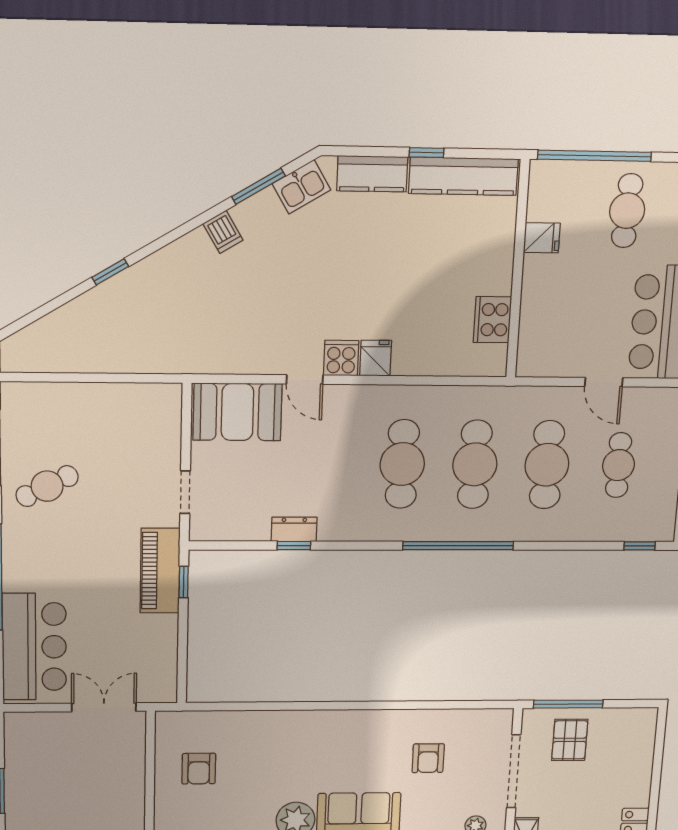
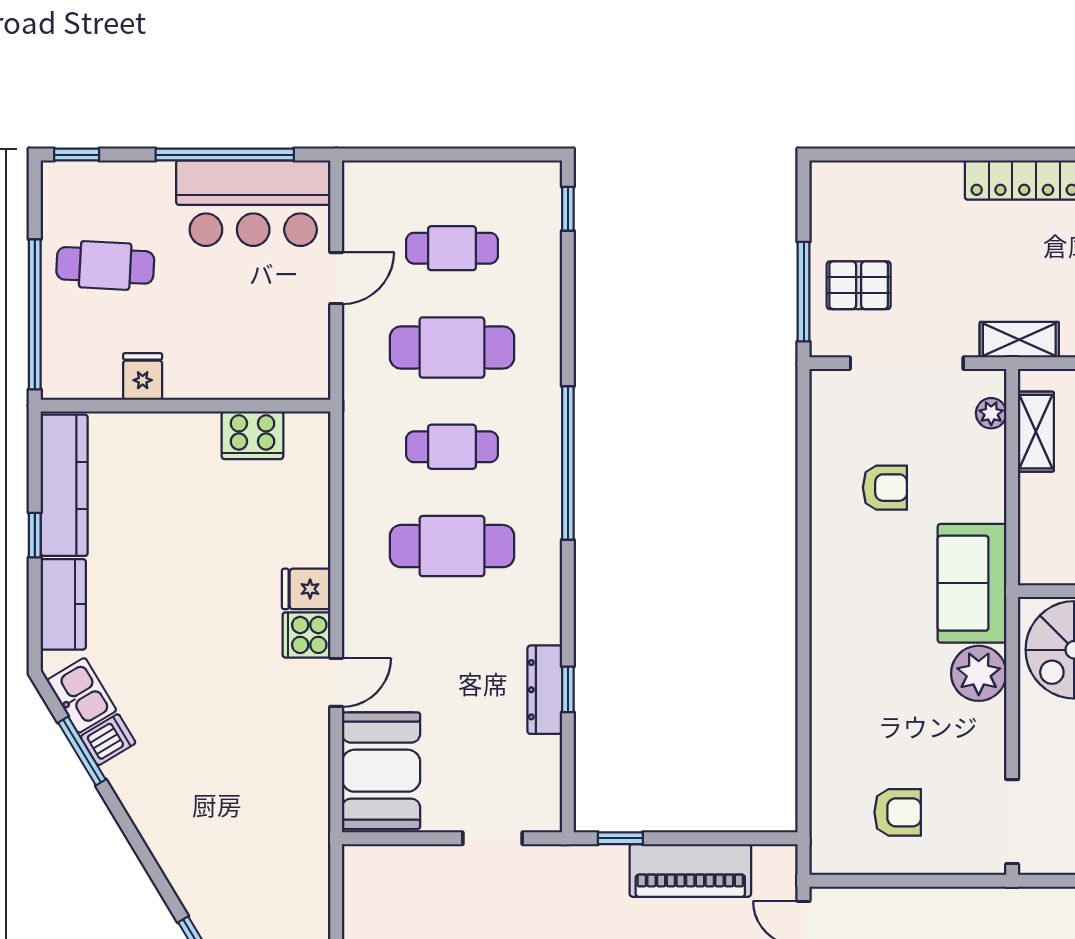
dishwasher: (223, 232) -> (108, 740), moved
cafe table: (475, 464) -> (452, 447), width x0.73, depth x0.74
dresser: (294, 529) -> (545, 690), width x1.44
piano: (160, 571) -> (690, 870), moved

